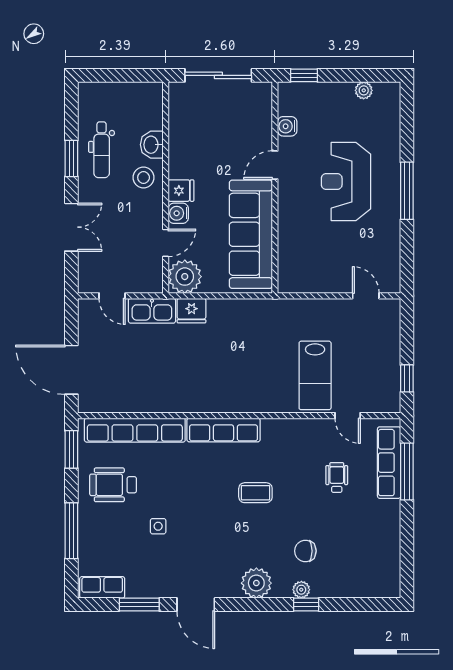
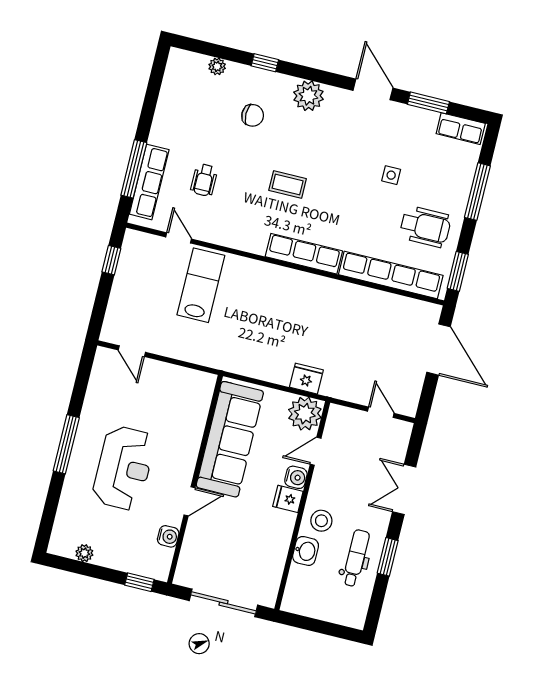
kitchen sink: (152, 311) -> (345, 388), removed
plant: (301, 590) -> (217, 66), moved

